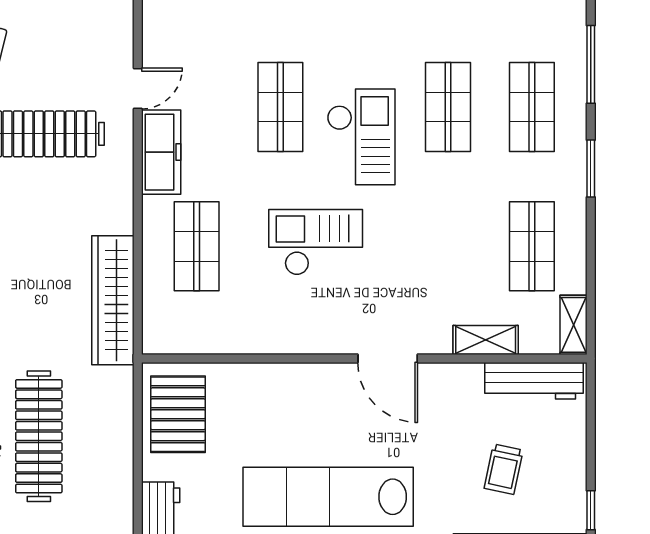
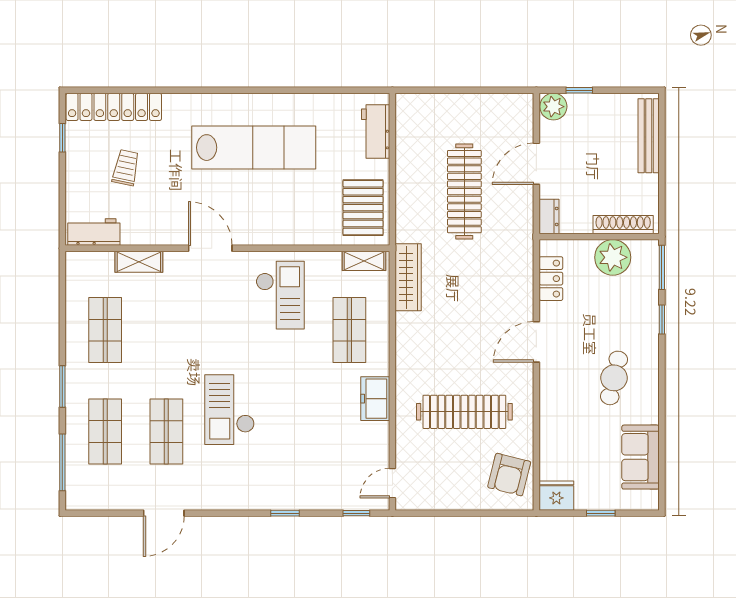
door: (138, 88) -> (392, 483), moved
shop shelf: (280, 107) -> (288, 431), removed
freezer: (161, 152) -> (375, 399), width x0.71
checkout: (316, 242) -> (280, 295), moved, turned -90
wardrobe: (113, 300) -> (408, 277), width x0.71, depth x0.85
shelving: (574, 325) -> (364, 261), moved, turned 90
workbench: (534, 381) -> (94, 232), width x0.73

